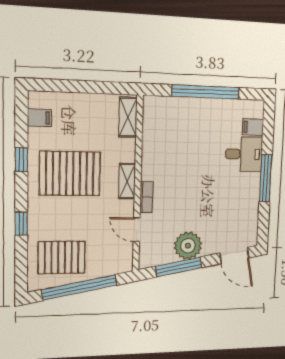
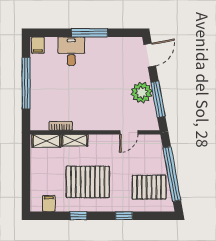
filing cabinet: (253, 127) -> (38, 45), moved
pallet: (70, 173) -> (88, 182), turned 90
shelving: (127, 181) -> (75, 140), moved
bookcase: (146, 197) -> (61, 126), moved
pallet: (62, 257) -> (149, 187), turned 90

